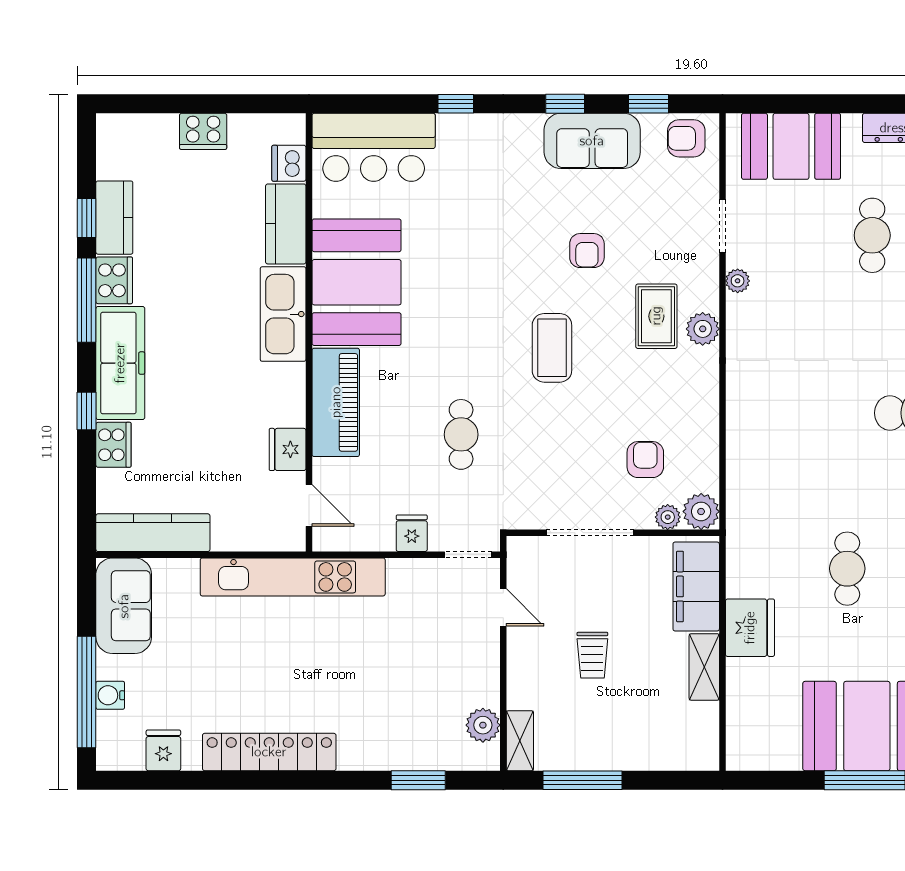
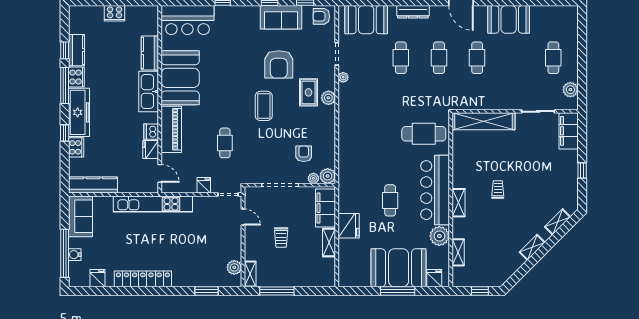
dishwasher: (289, 163) -> (151, 132), moved
armchair: (587, 251) -> (279, 64), width x1.88, depth x1.88

